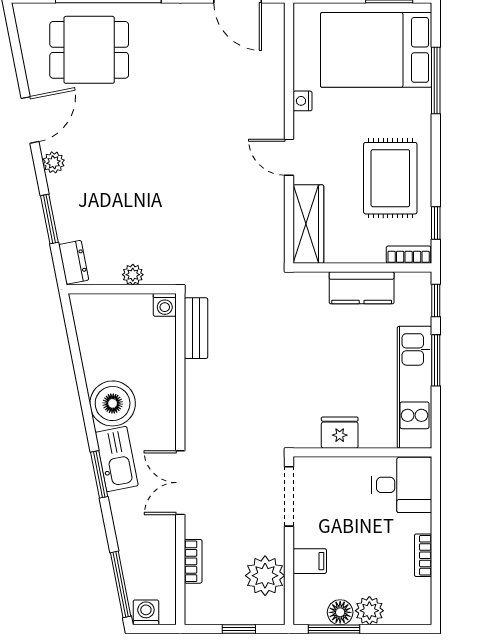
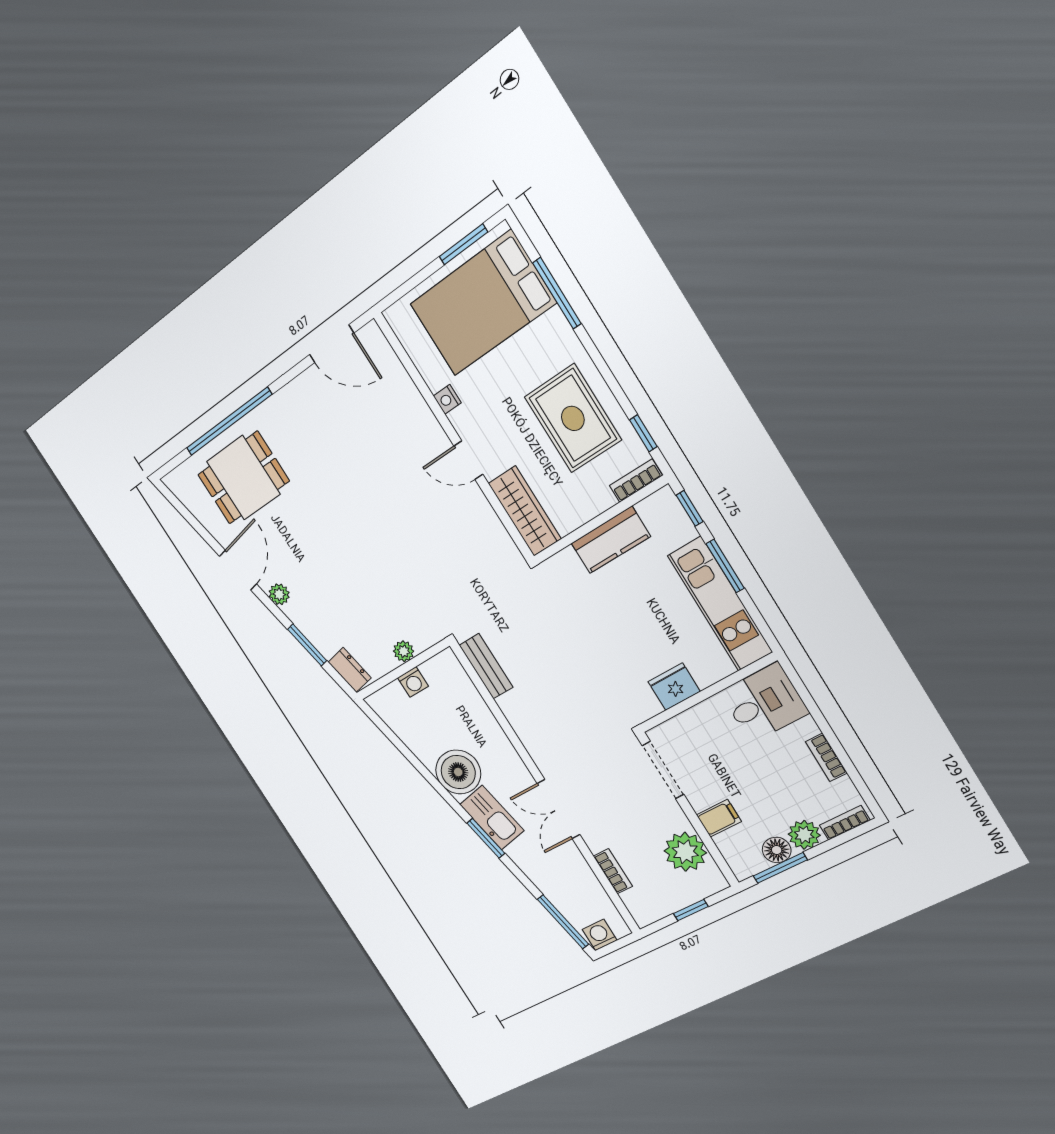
washing machine: (165, 305) -> (413, 682), moved
bookcase: (406, 617) -> (845, 823), added

